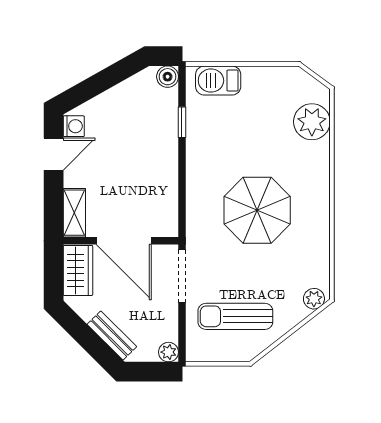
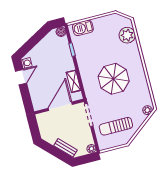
shelving: (74, 213) -> (74, 81), moved
door: (124, 241) -> (60, 106), swing flipped
wardrobe: (78, 270) -> (44, 124), removed

